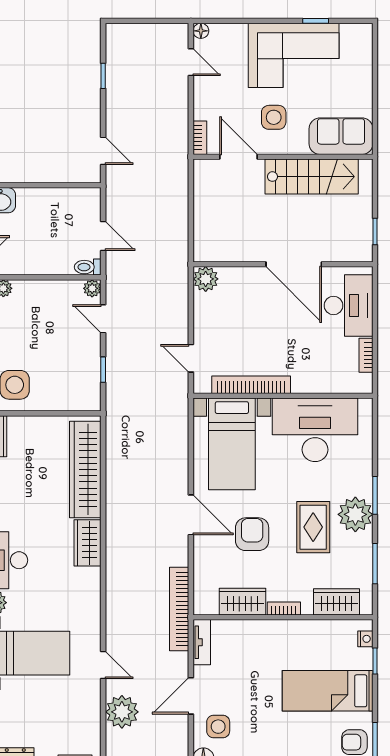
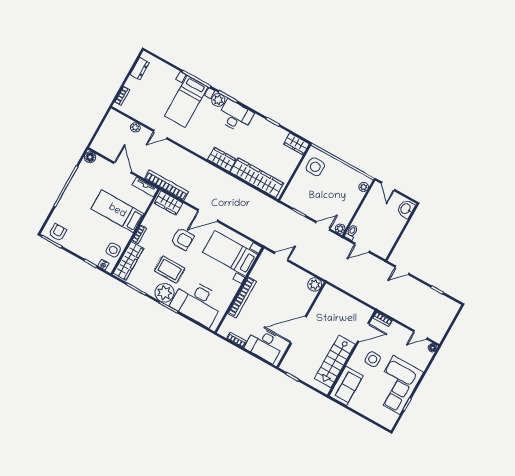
bookcase: (251, 385) -> (242, 297), moved
desk: (315, 430) -> (197, 302), moved, turned 90
wardrobe: (242, 602) -> (168, 203), moved, turned 90
wardrobe: (336, 602) -> (128, 261), width x1.50
bed: (328, 691) -> (117, 211), moved, turned -90
plant: (122, 712) -> (135, 127), width x0.53, depth x0.53
side table: (218, 727) -> (113, 250), moved

